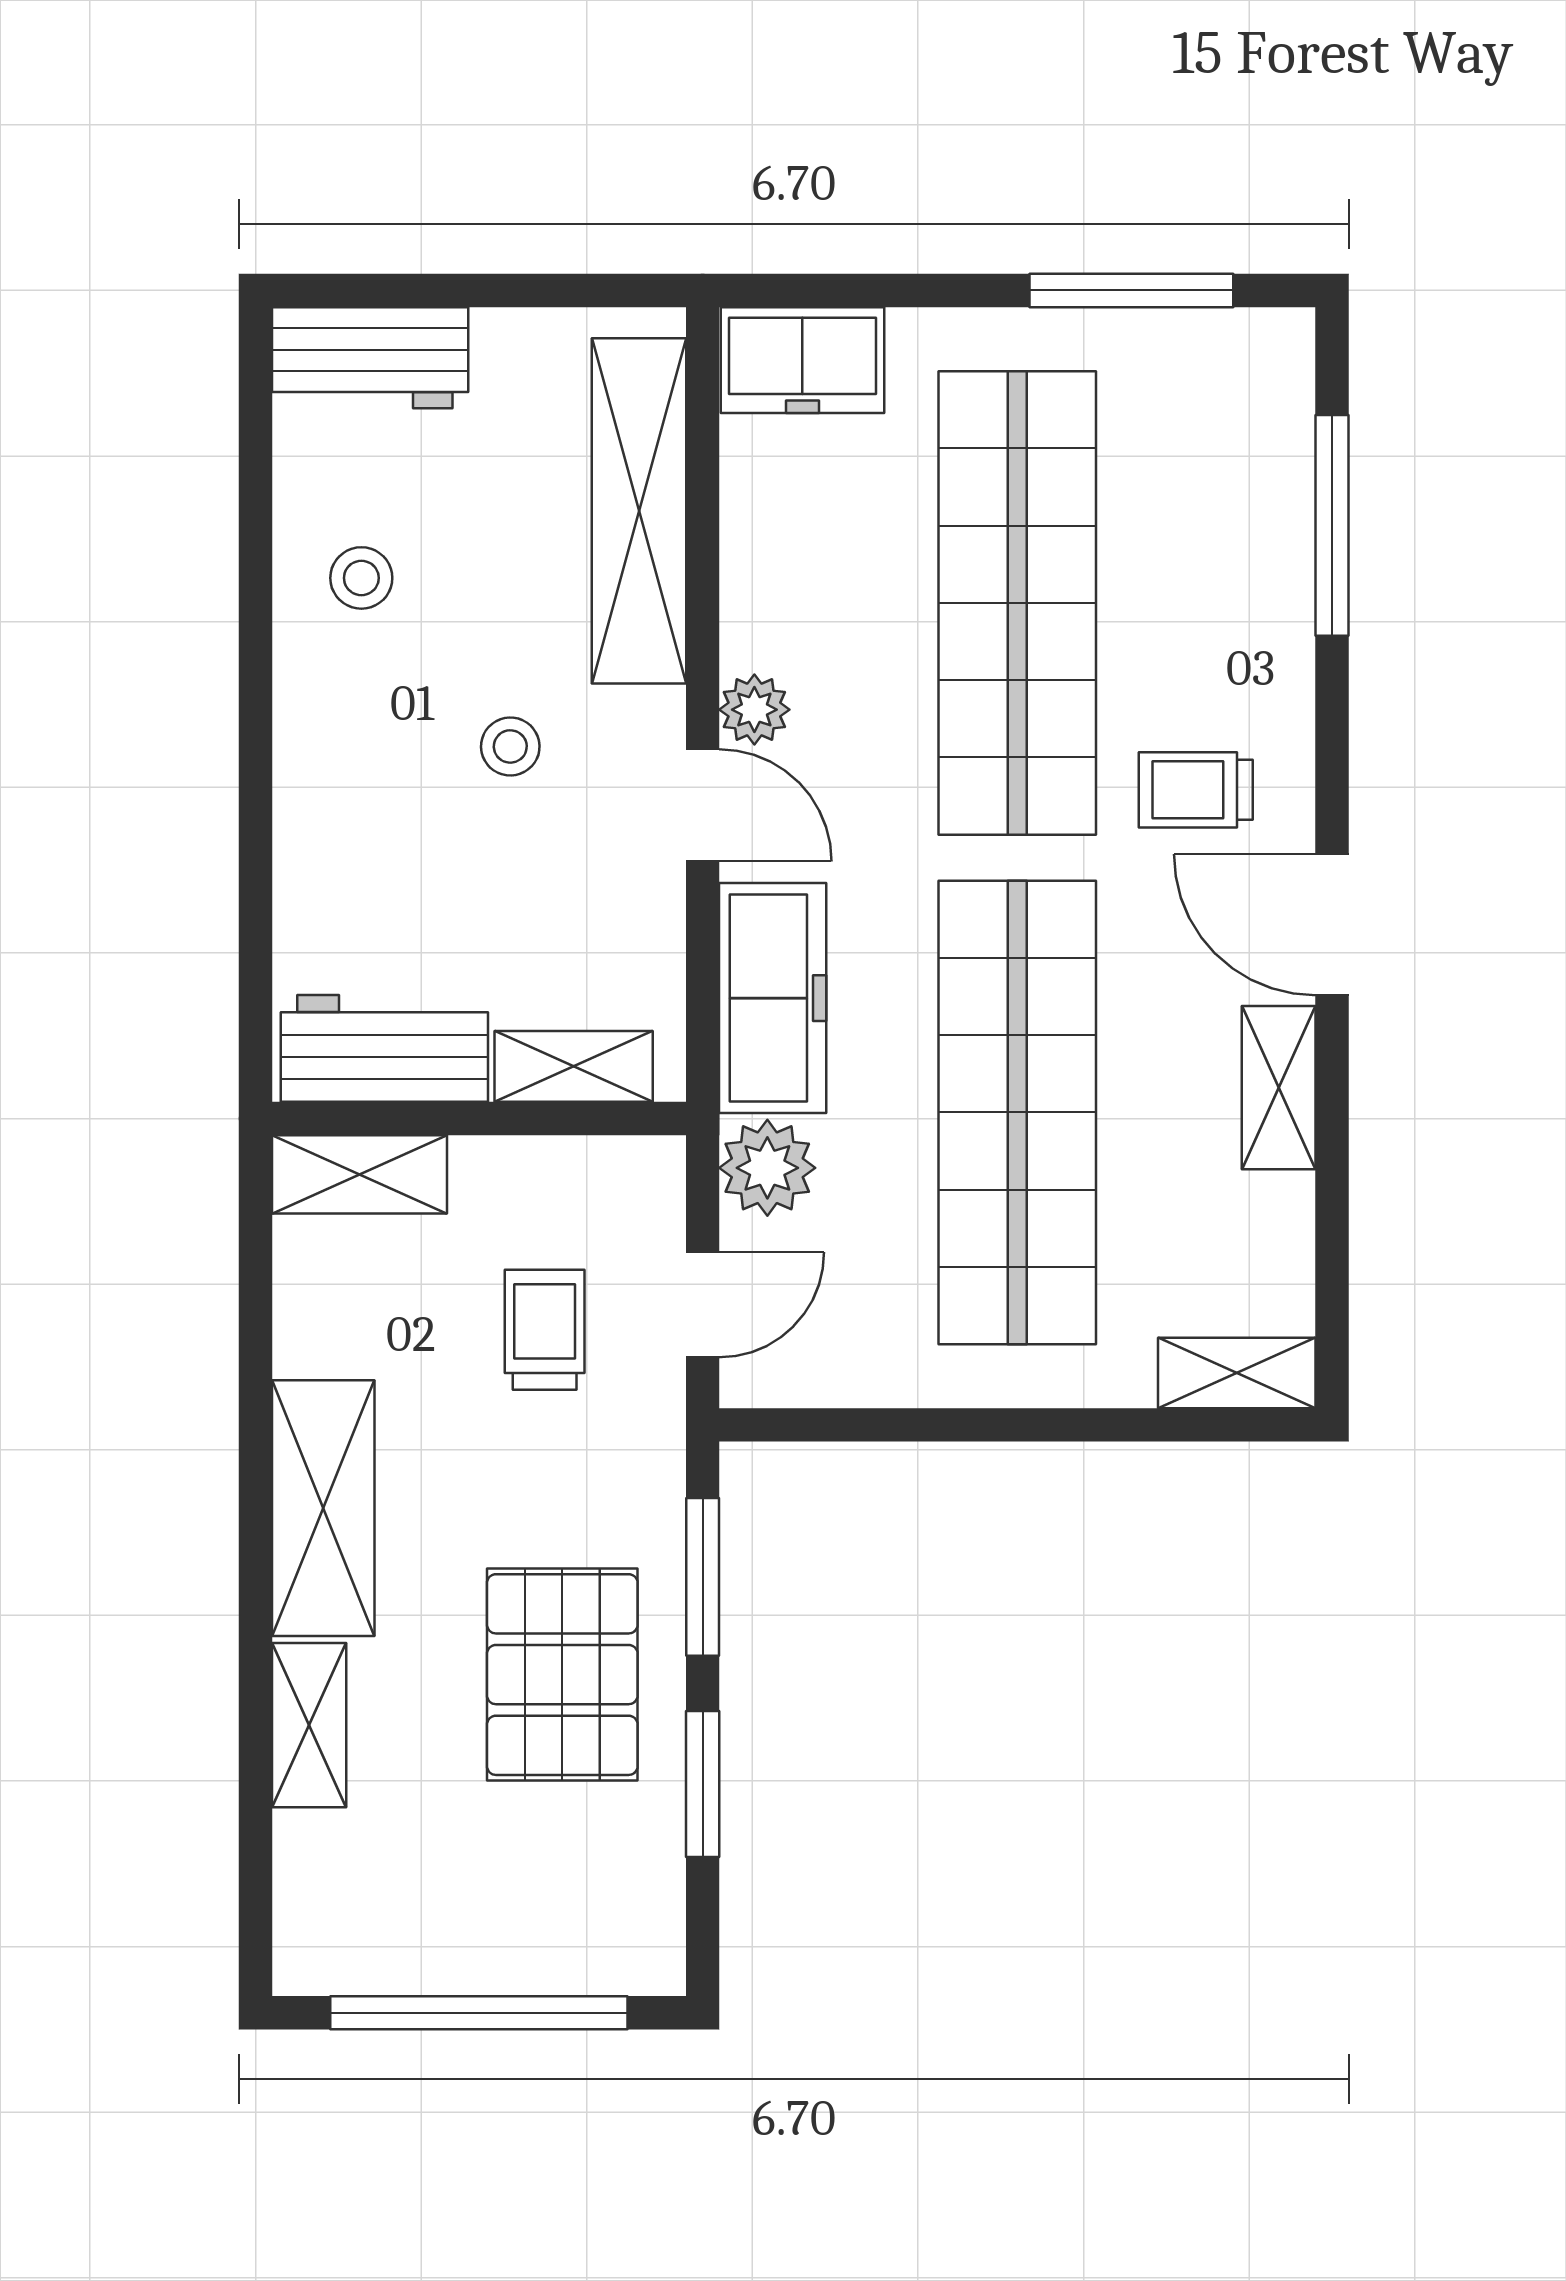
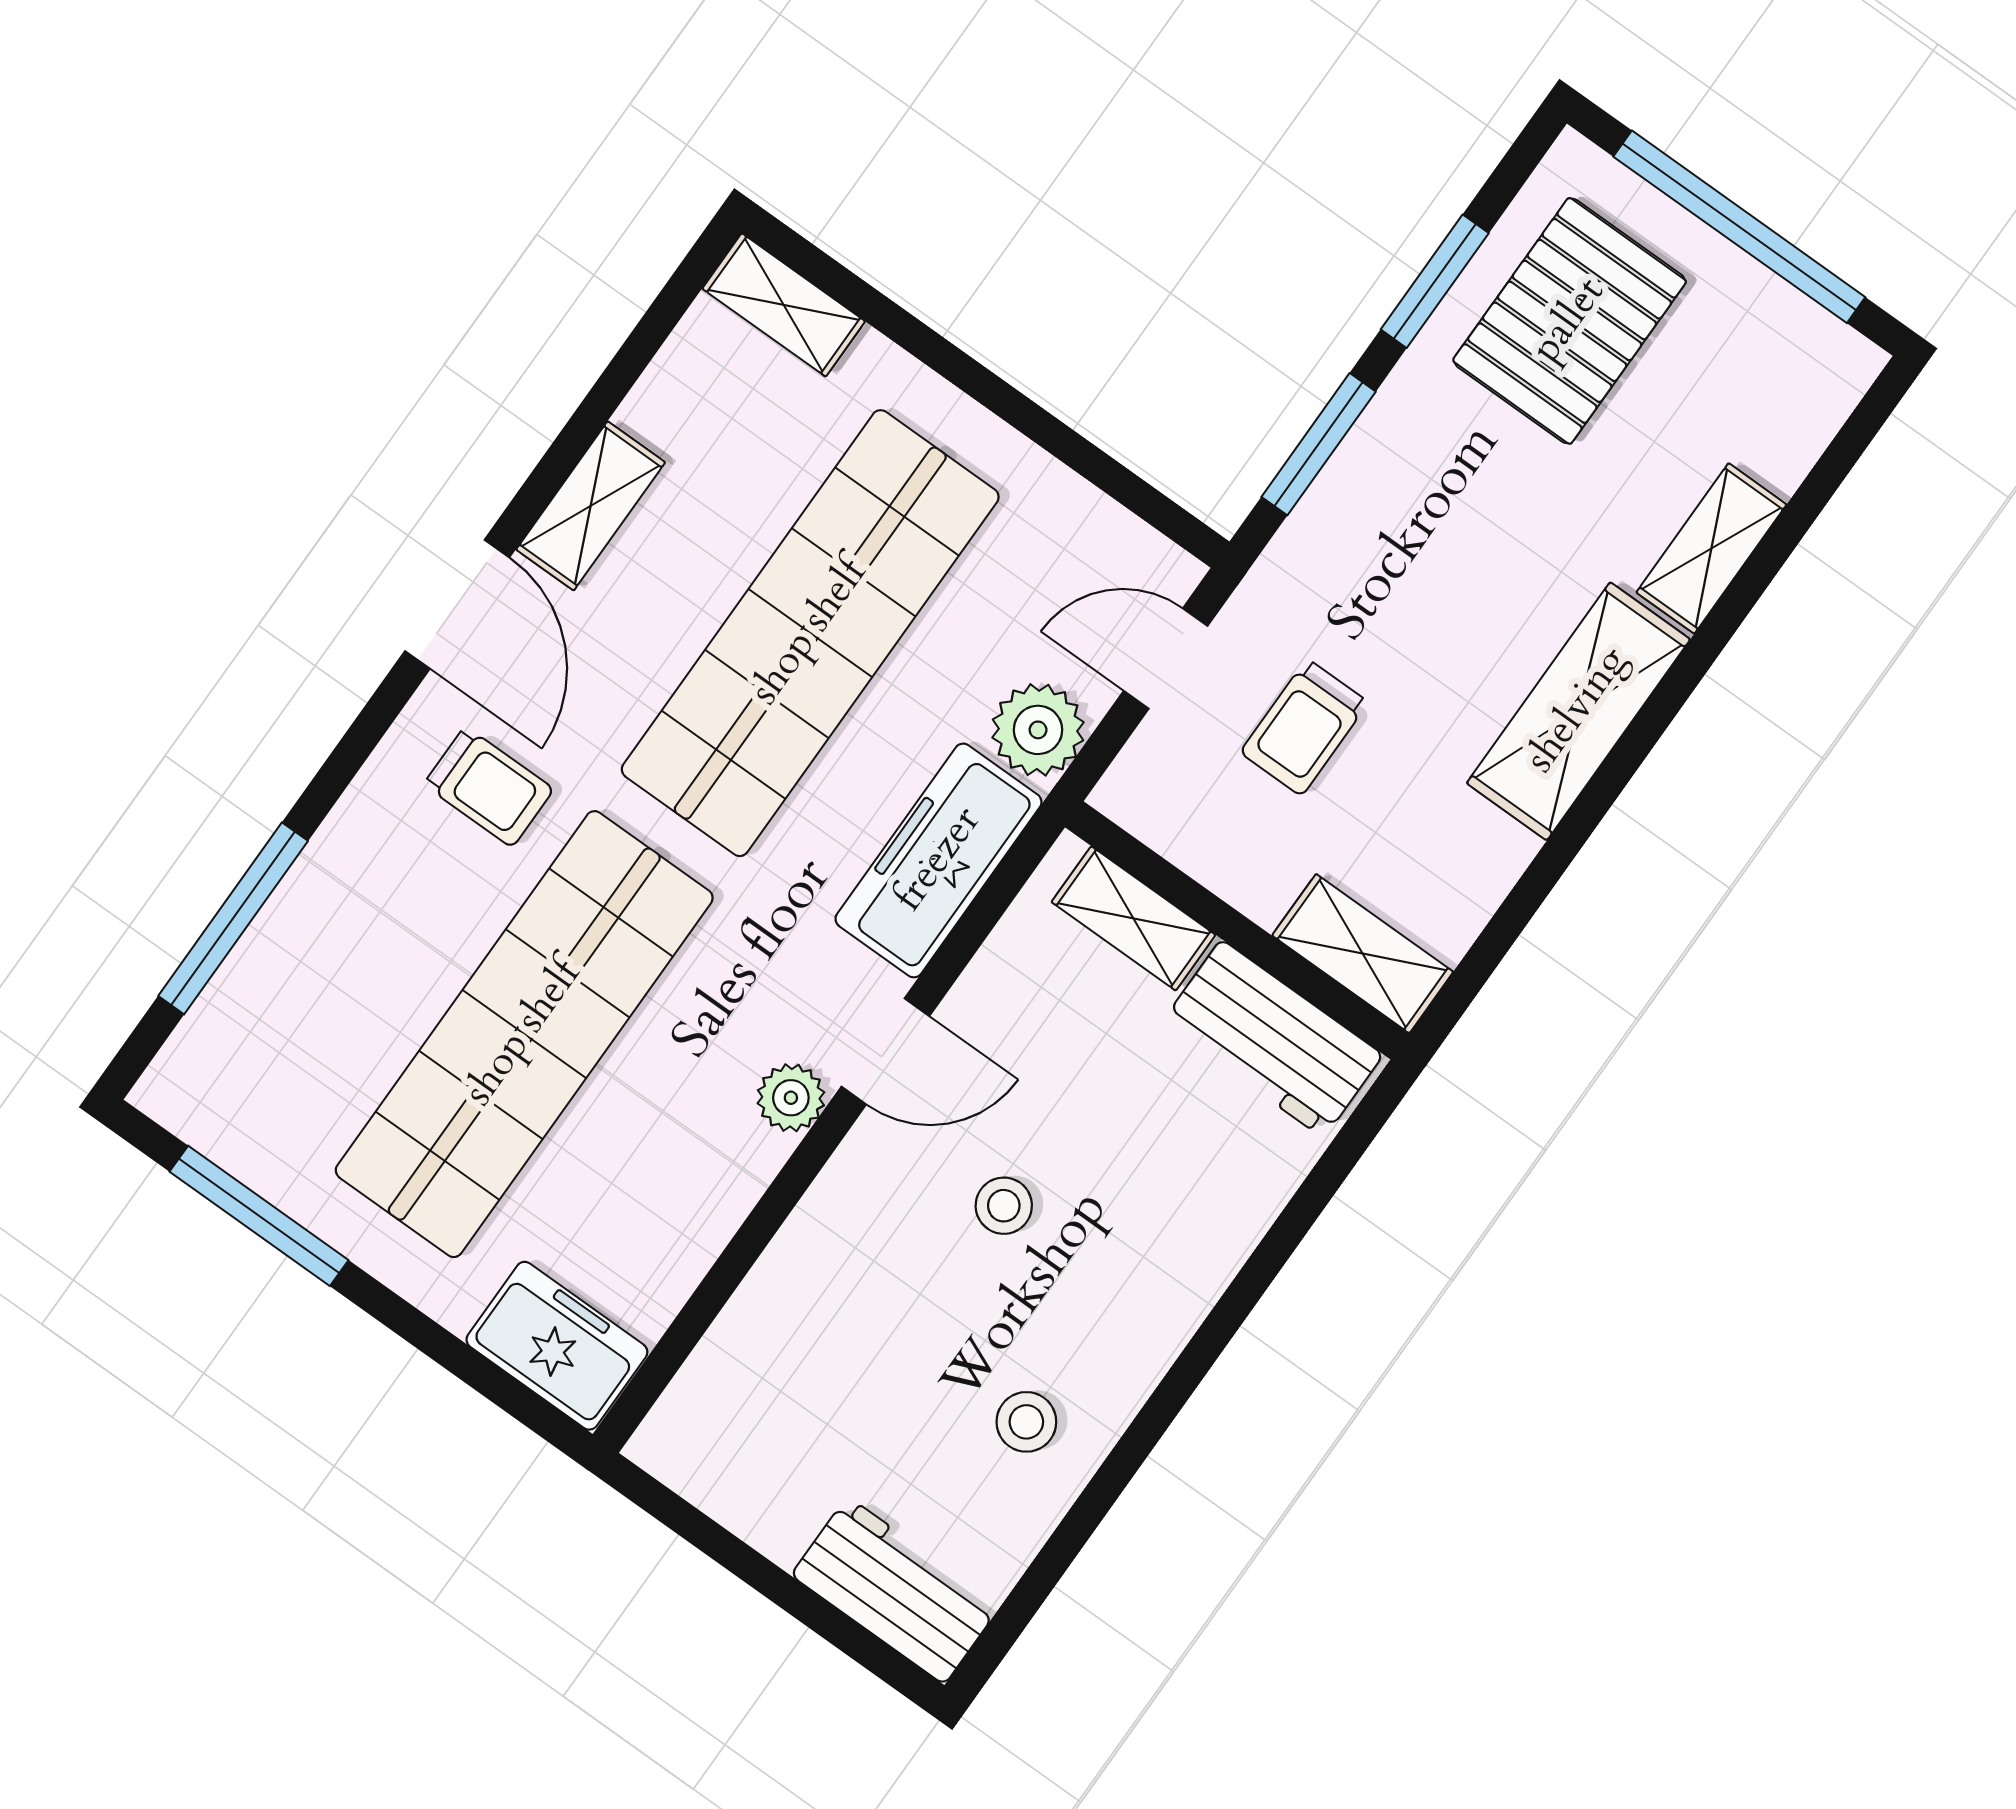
shelving: (639, 511) -> (770, 1319), removed
door: (703, 805) -> (885, 1051), swing flipped
pallet: (562, 1675) -> (1570, 321), moved

